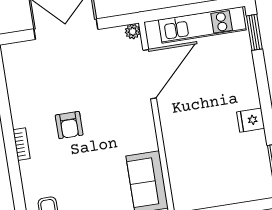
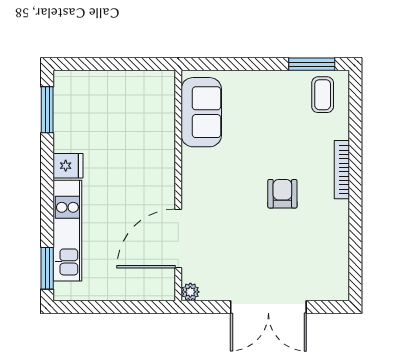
kitchen unit: (202, 25) -> (67, 231), moved, turned 90
bookcase: (22, 144) -> (342, 170), width x1.56

